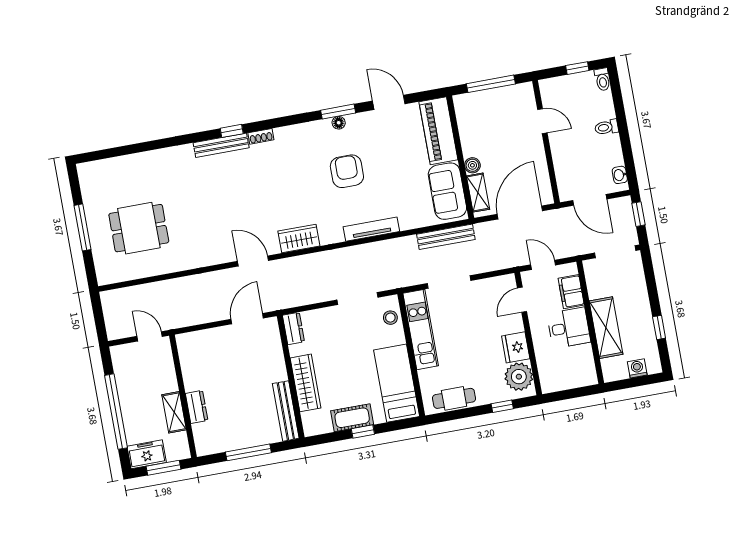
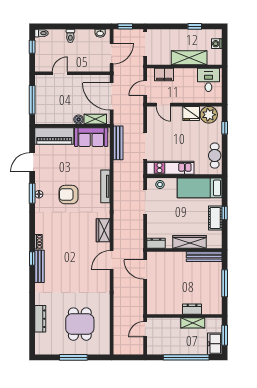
dresser: (136, 162) -> (40, 319), added
desk: (569, 328) -> (208, 80), moved

